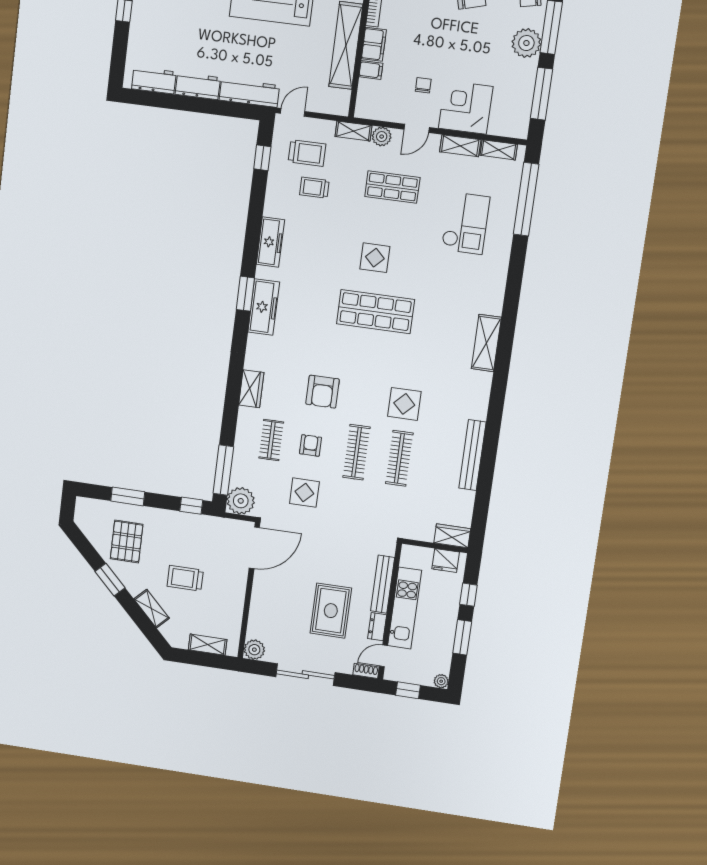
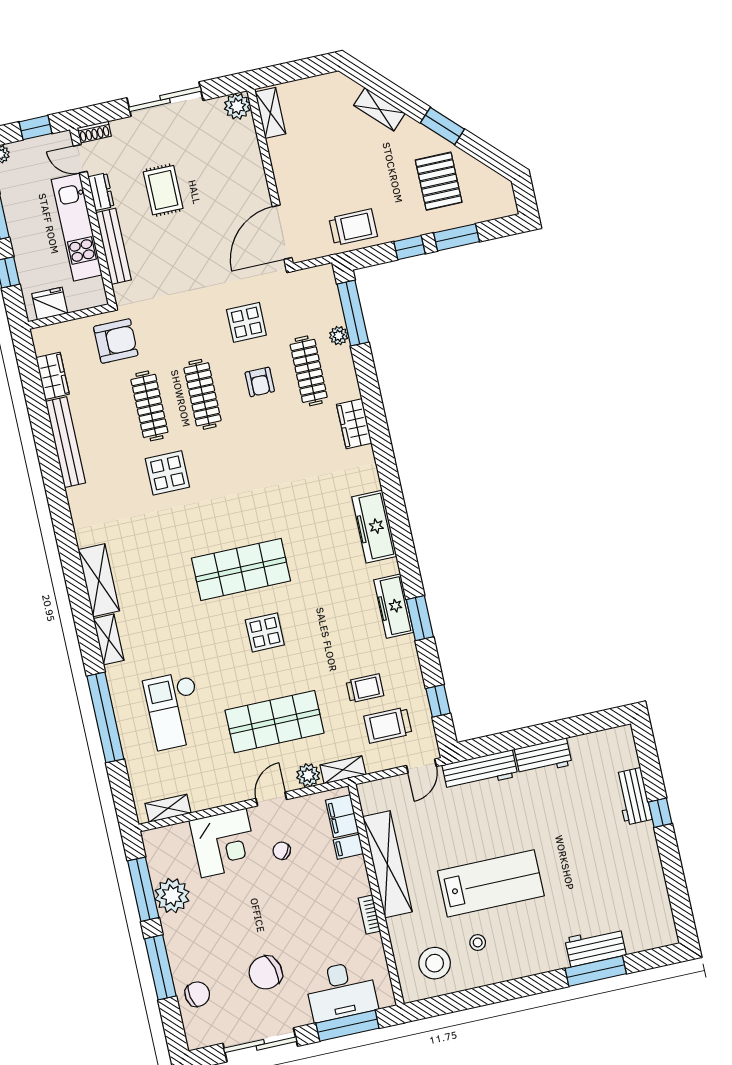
plant: (526, 43) -> (172, 896), moved
filing cabinet: (374, 44) -> (342, 816), moved
workbench: (154, 80) -> (633, 796), moved, turned 90
chair: (423, 85) -> (282, 851), turned 124
shelving: (460, 146) -> (109, 639), moved, turned 90
shop shelf: (392, 187) -> (274, 722), width x1.43, depth x1.36
window: (526, 199) -> (105, 717), moved
window: (245, 294) -> (420, 618), moved
armchair: (323, 392) -> (116, 341), moved, turned 90
clothes rail: (271, 440) -> (309, 371), width x1.36
plant: (241, 501) -> (339, 336), moved, width x0.53, depth x0.53
window: (191, 506) -> (409, 248), moved
wardrobe: (452, 536) -> (52, 376), moved, turned -90
trolley: (185, 578) -> (353, 227), moved
rug: (331, 611) -> (163, 190), width x0.73, depth x0.70
shelving: (208, 645) -> (270, 113), moved, turned 90
door: (384, 656) -> (80, 159), swing flipped

